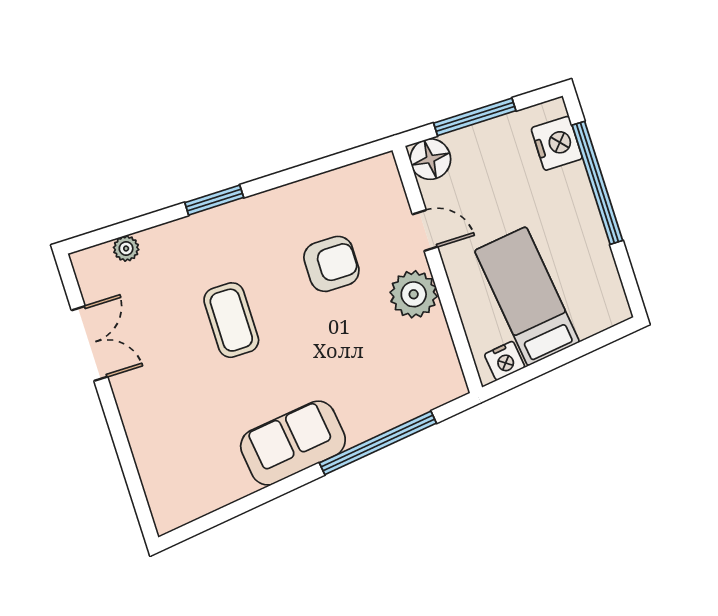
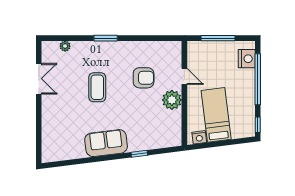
floor lamp: (430, 159) -> (195, 49), removed
window: (631, 288) -> (258, 125), added
window: (378, 443) -> (139, 154), width x0.32

